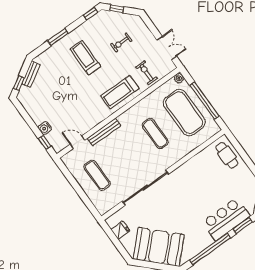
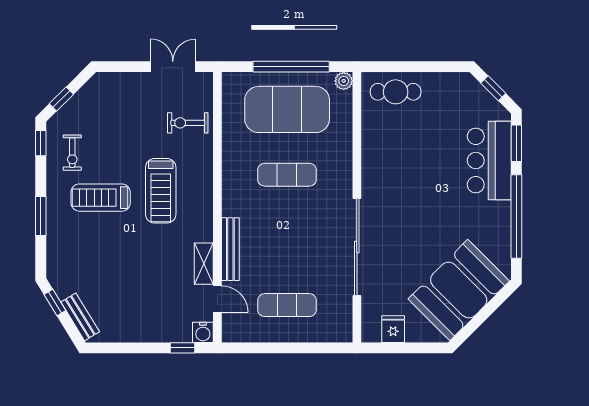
exercise bike: (121, 43) -> (72, 153), moved
bench: (31, 74) -> (80, 317), moved
plant: (179, 78) -> (344, 81), moved
window: (19, 83) -> (55, 302), moved
treadmill: (120, 92) -> (161, 191), moved
shelving: (89, 125) -> (204, 264), added
water cooler: (45, 128) -> (203, 332), moved
door: (77, 142) -> (217, 299), swing flipped

